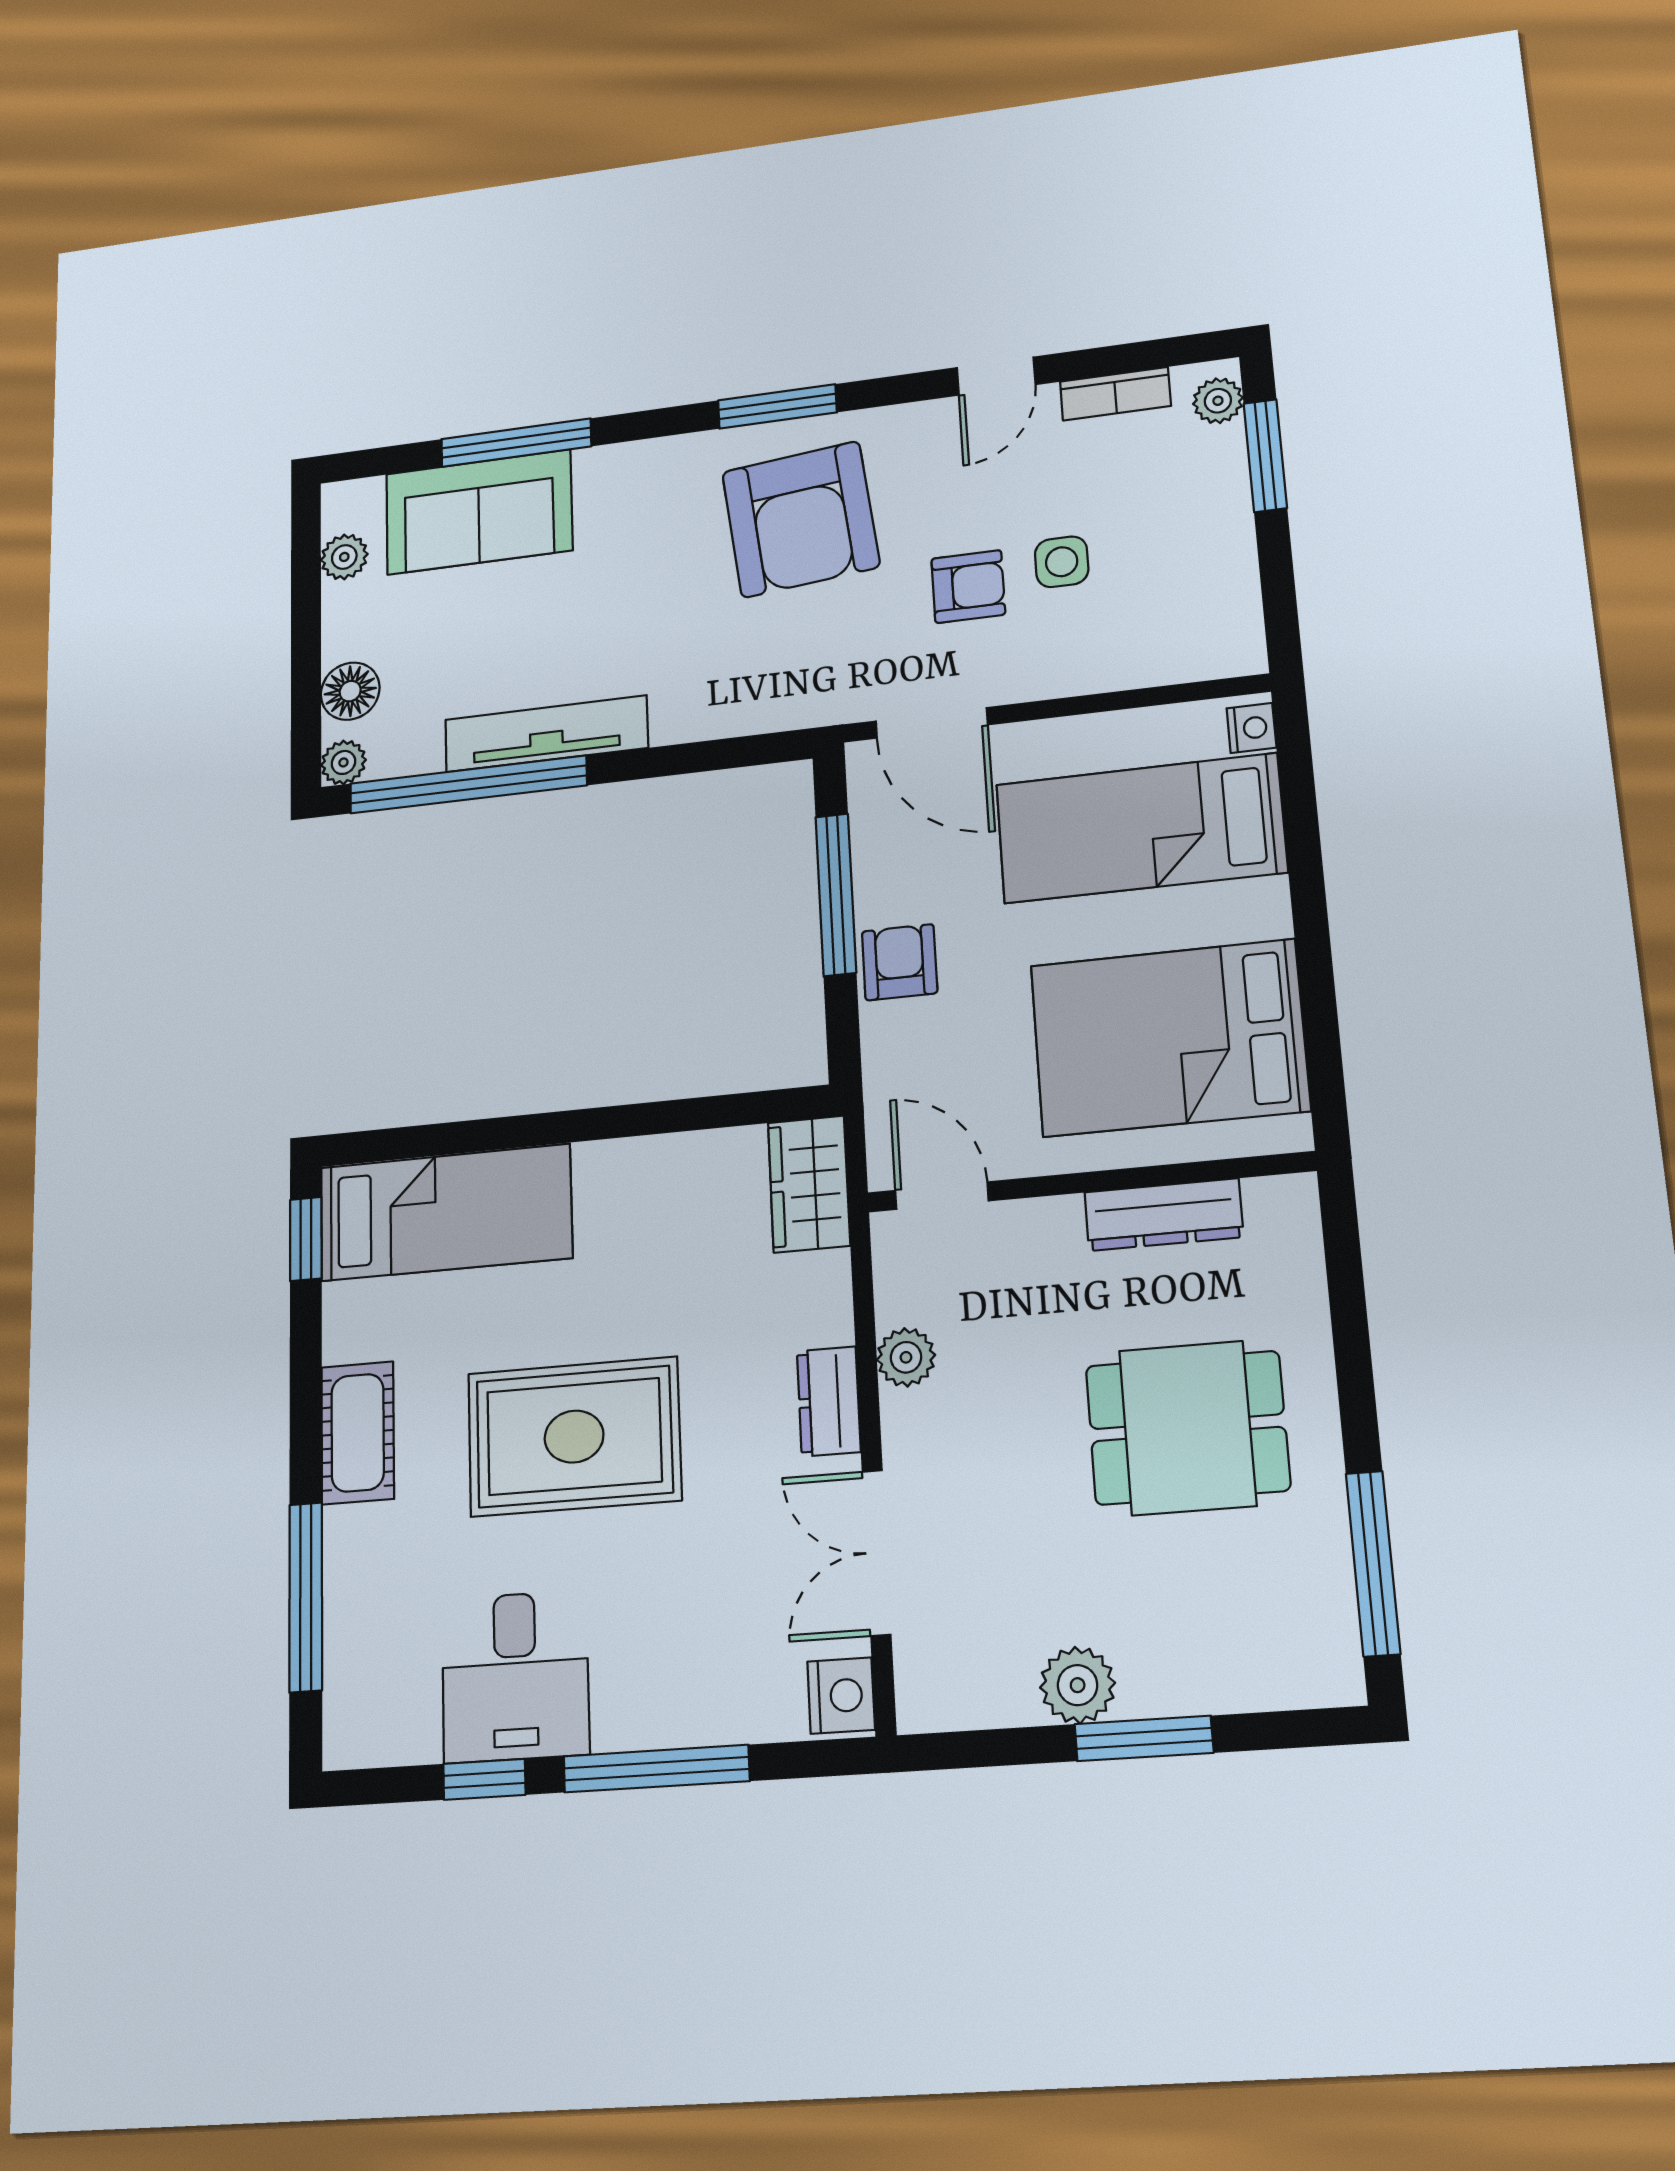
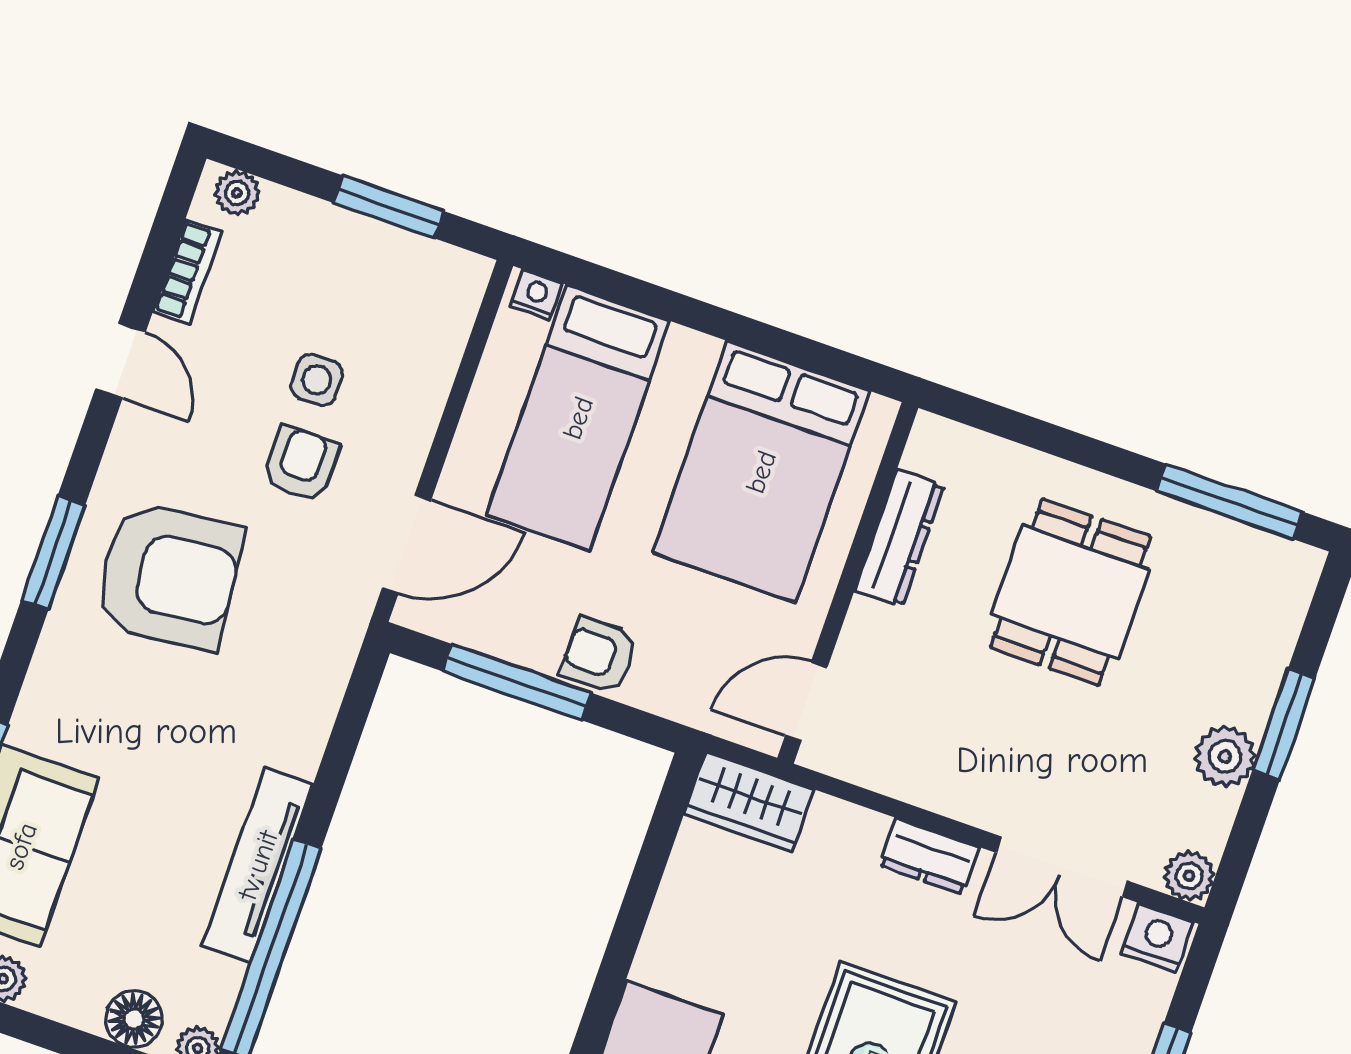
window: (1265, 456) -> (388, 207), moved
plant: (906, 1357) -> (1189, 876), moved

